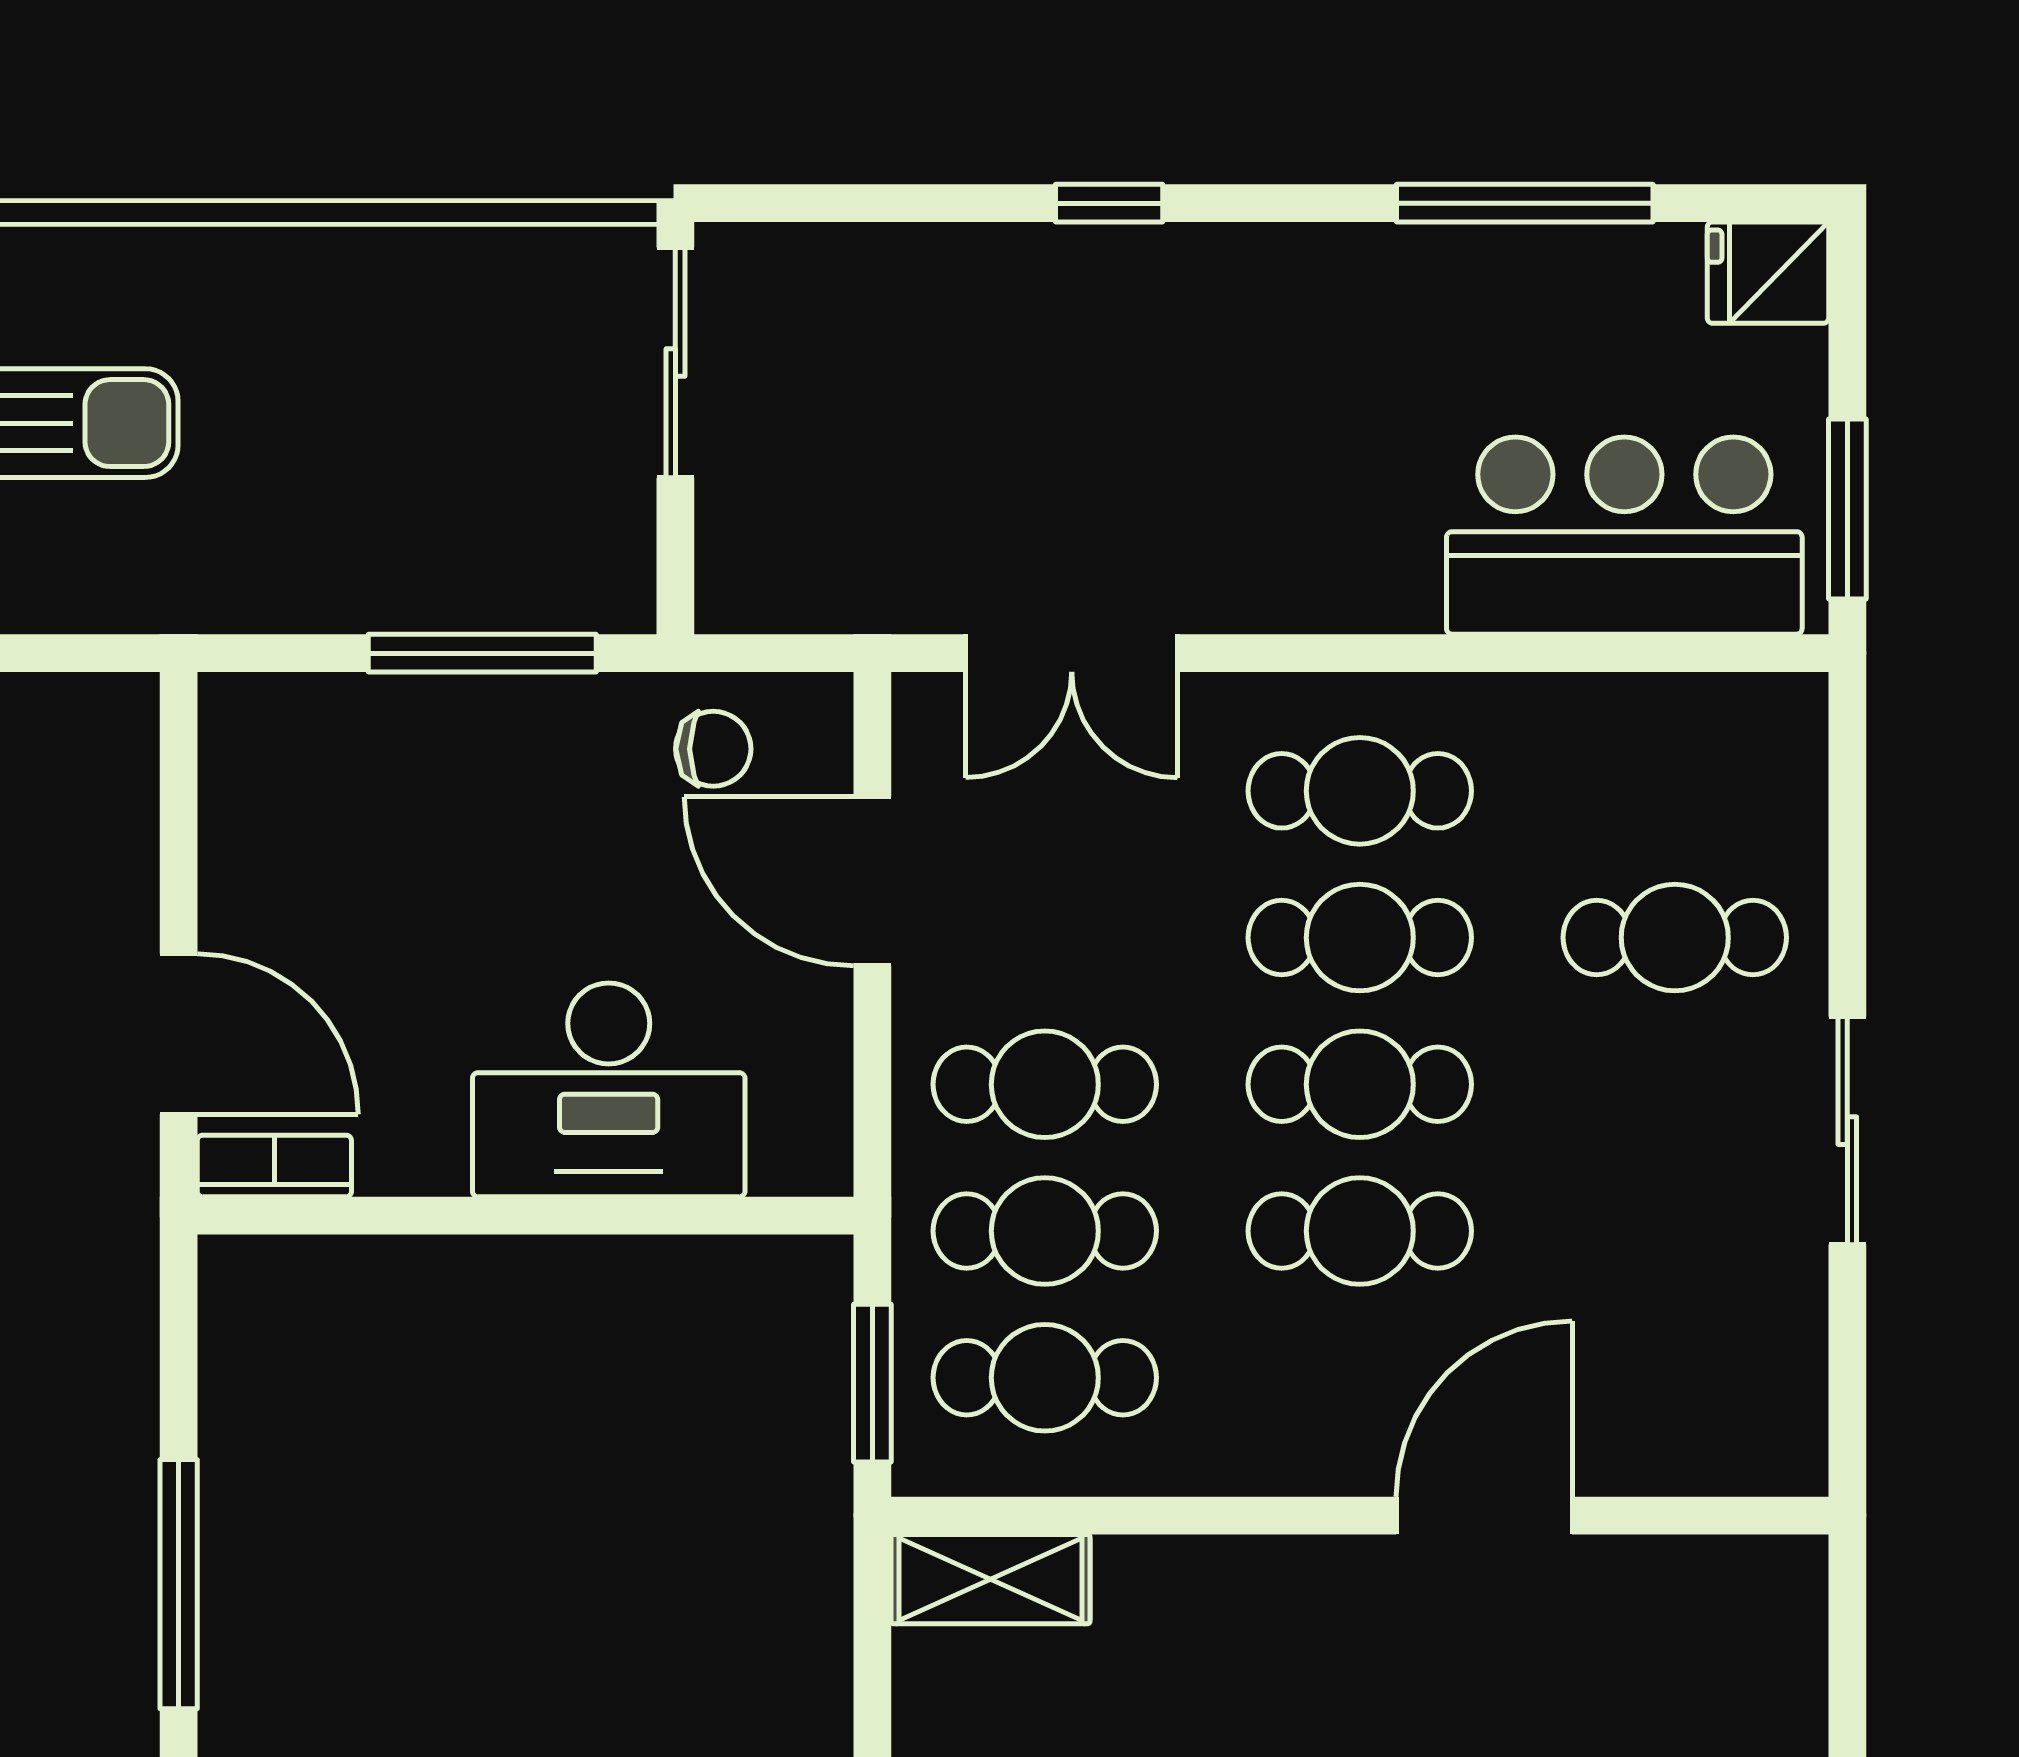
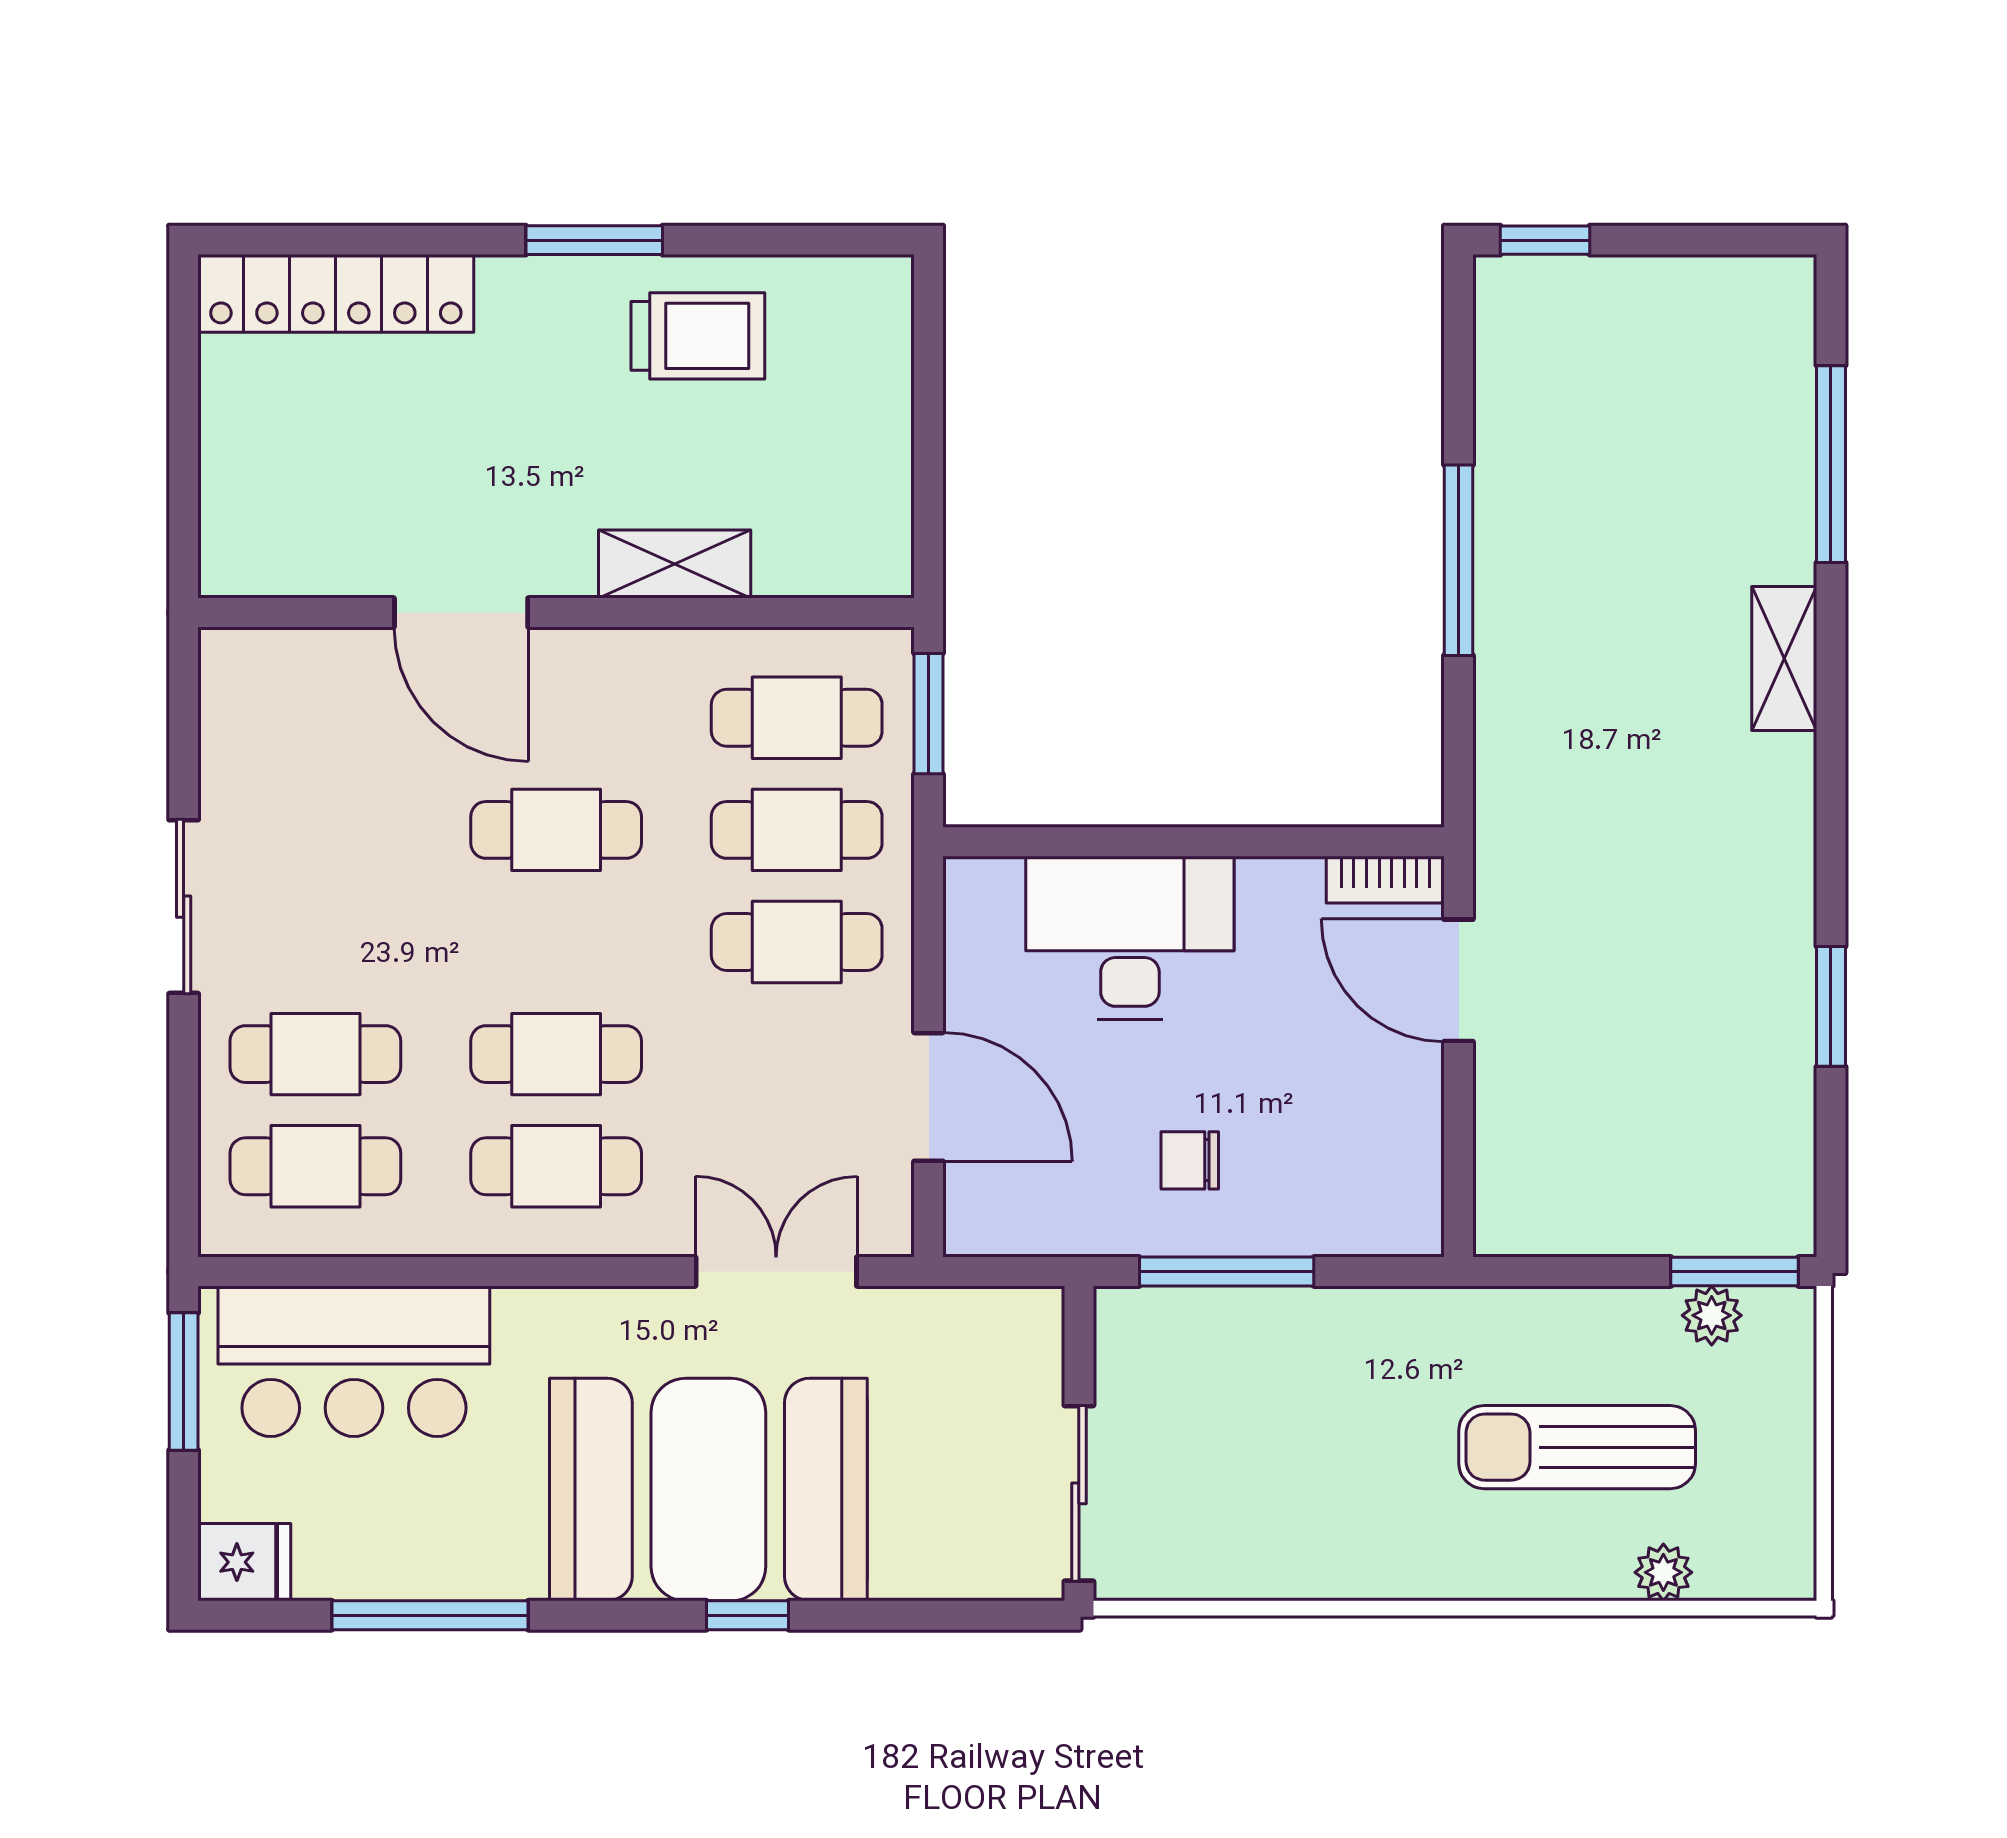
booth: (1160, 368) -> (708, 1490), added
chair: (713, 749) -> (1190, 1160), moved
cafe table: (1360, 1084) -> (315, 1166), moved
door: (1484, 1516) -> (461, 613), hinge flipped
shelving: (991, 1579) -> (675, 564), moved

